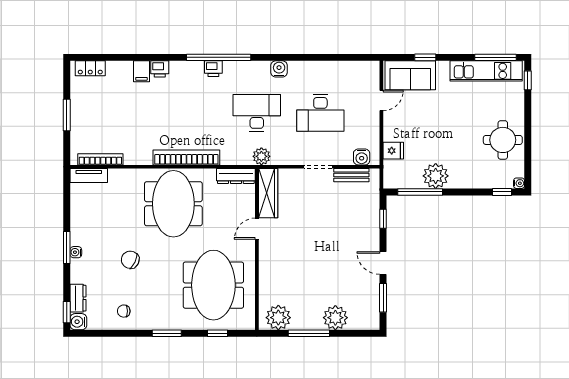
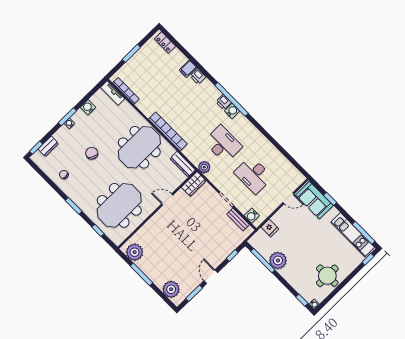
water cooler: (279, 69) -> (232, 111), moved
wardrobe: (268, 193) -> (194, 184), width x0.67
plant: (335, 318) -> (171, 289), moved
water cooler: (78, 322) -> (88, 107), moved

